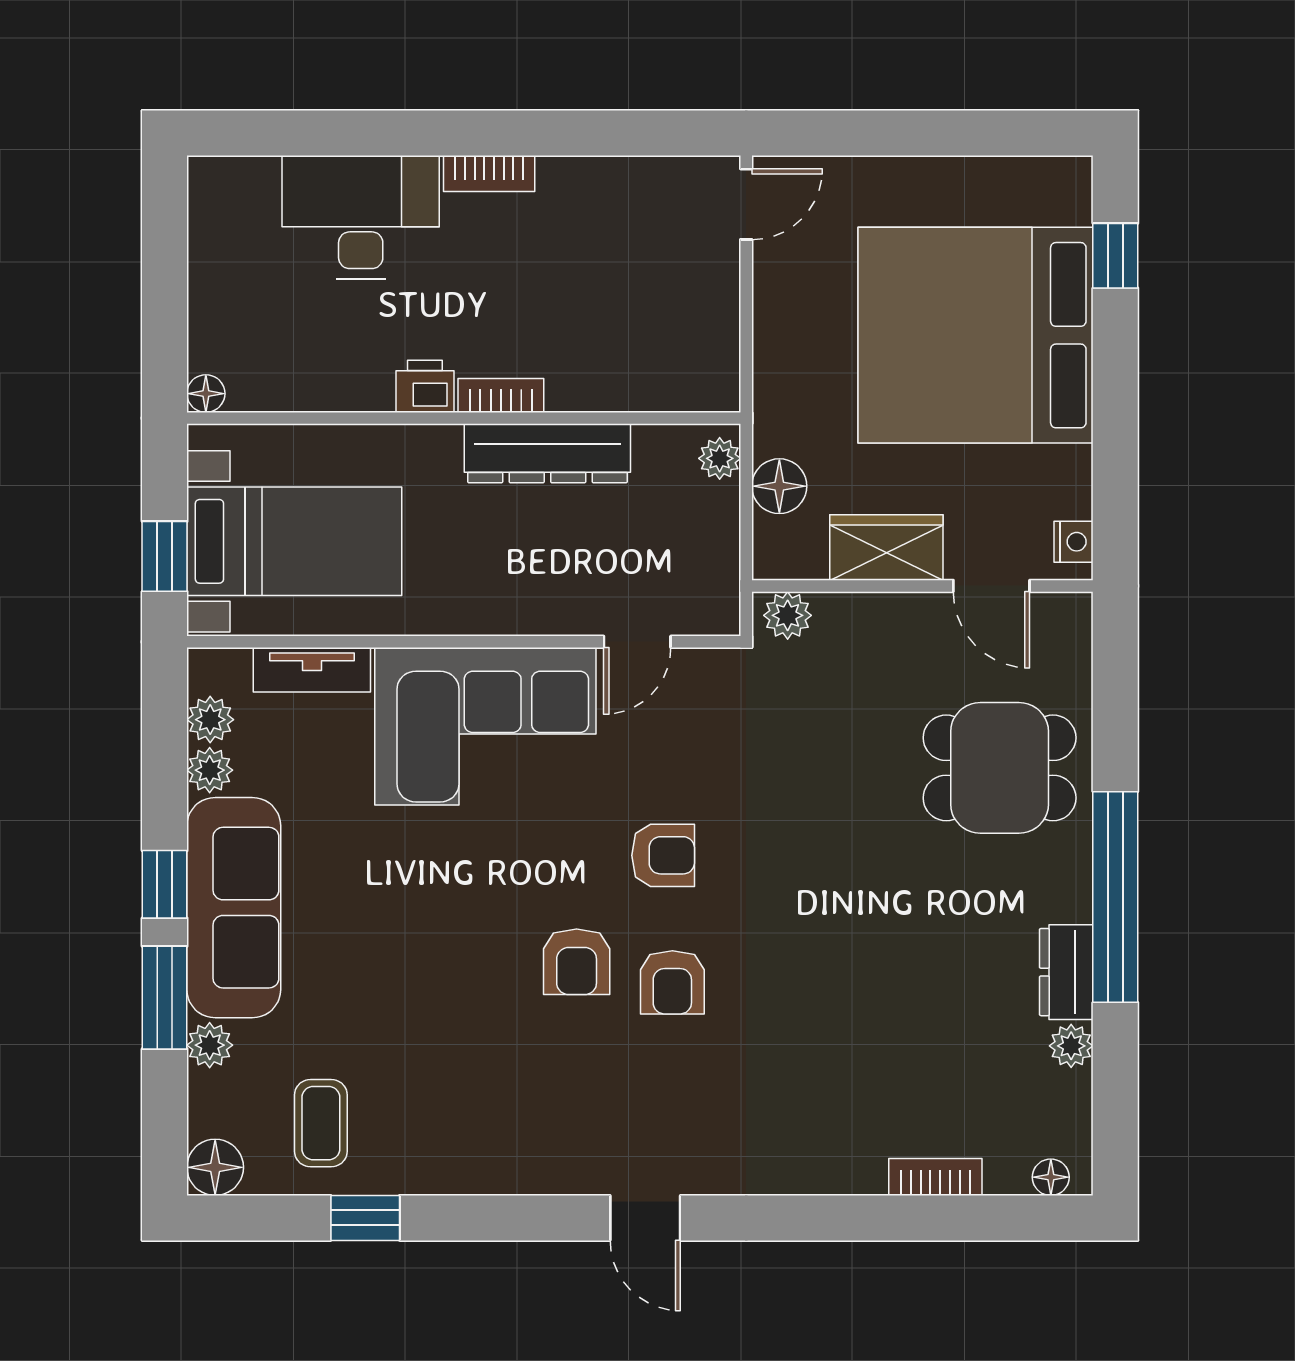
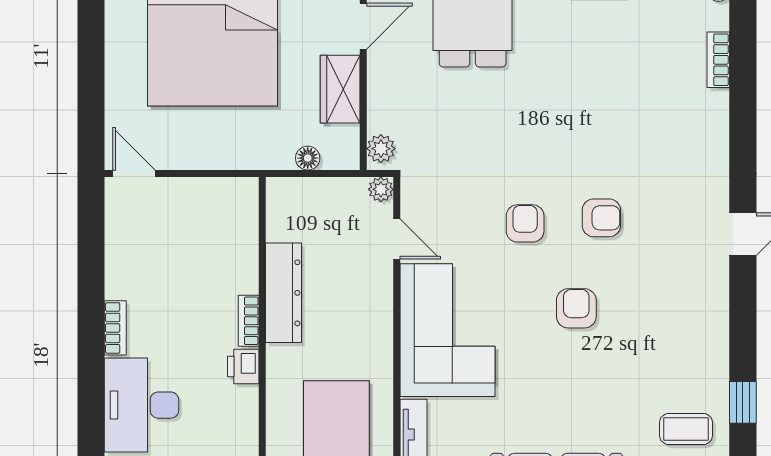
plant: (720, 458) -> (381, 189), moved
floor lamp: (779, 486) -> (308, 158), width x0.73, depth x0.73
armchair: (577, 962) -> (576, 308), moved, turned -90

